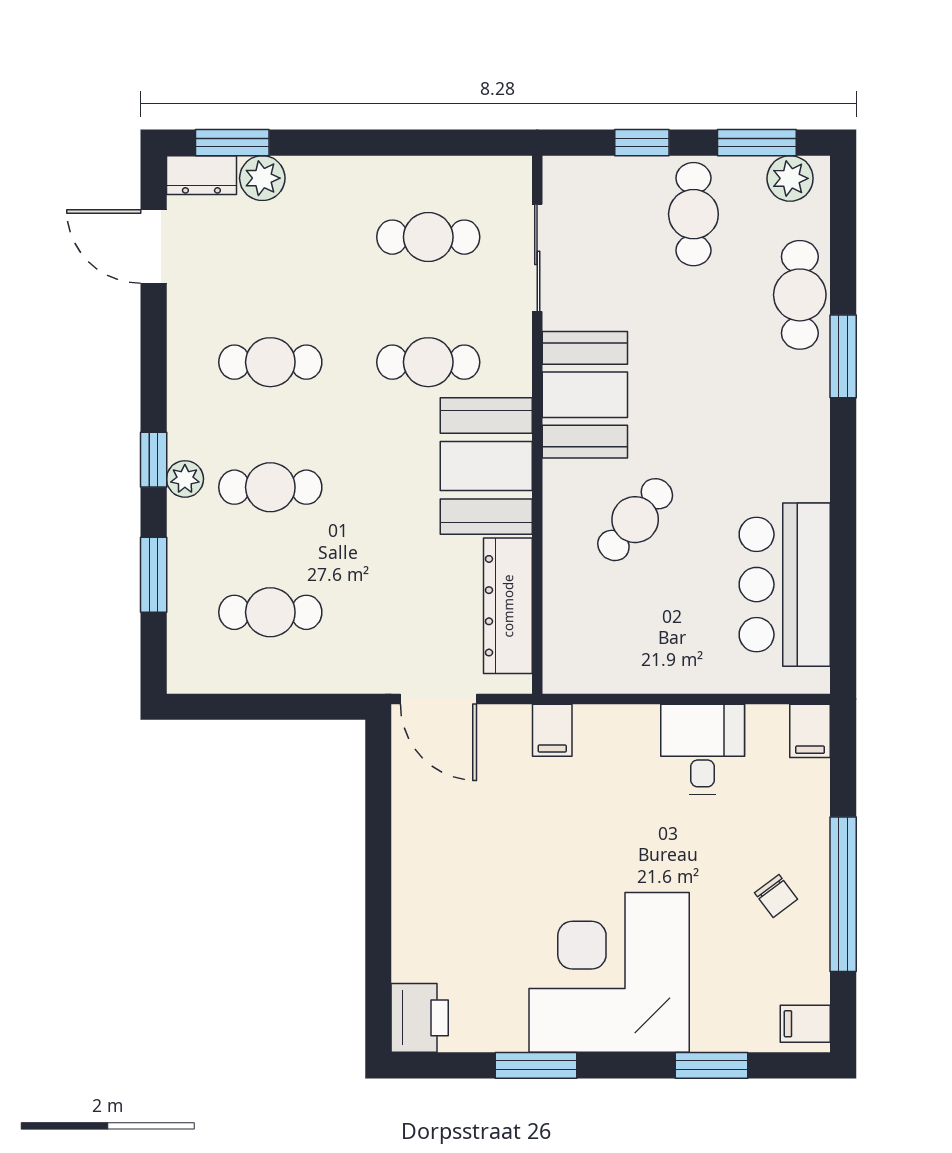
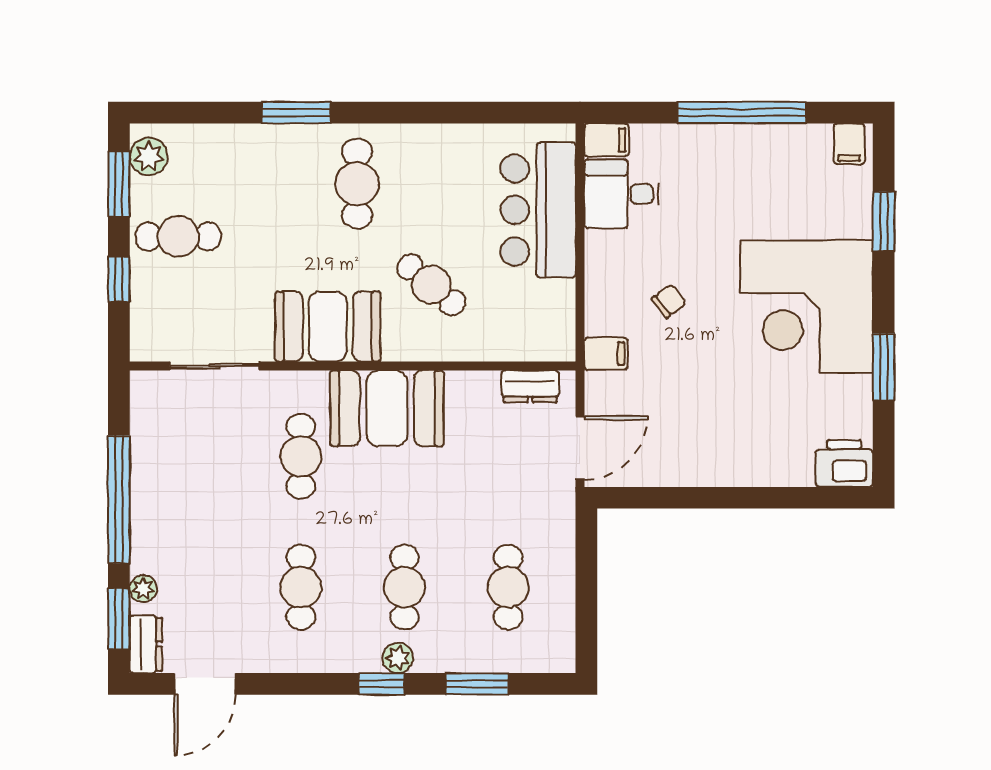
window: (376, 143) -> (119, 500), added
plant: (262, 178) -> (143, 589), width x0.73, depth x0.73
cafe table: (428, 237) -> (197, 456), removed
cafe table: (800, 295) -> (357, 184), moved, turned 90
bar counter: (785, 585) -> (538, 210), moved, turned 90
dresser: (508, 606) -> (530, 386), width x0.51, depth x0.80
desk: (703, 749) -> (622, 194), moved
chair: (776, 896) -> (669, 301), moved

